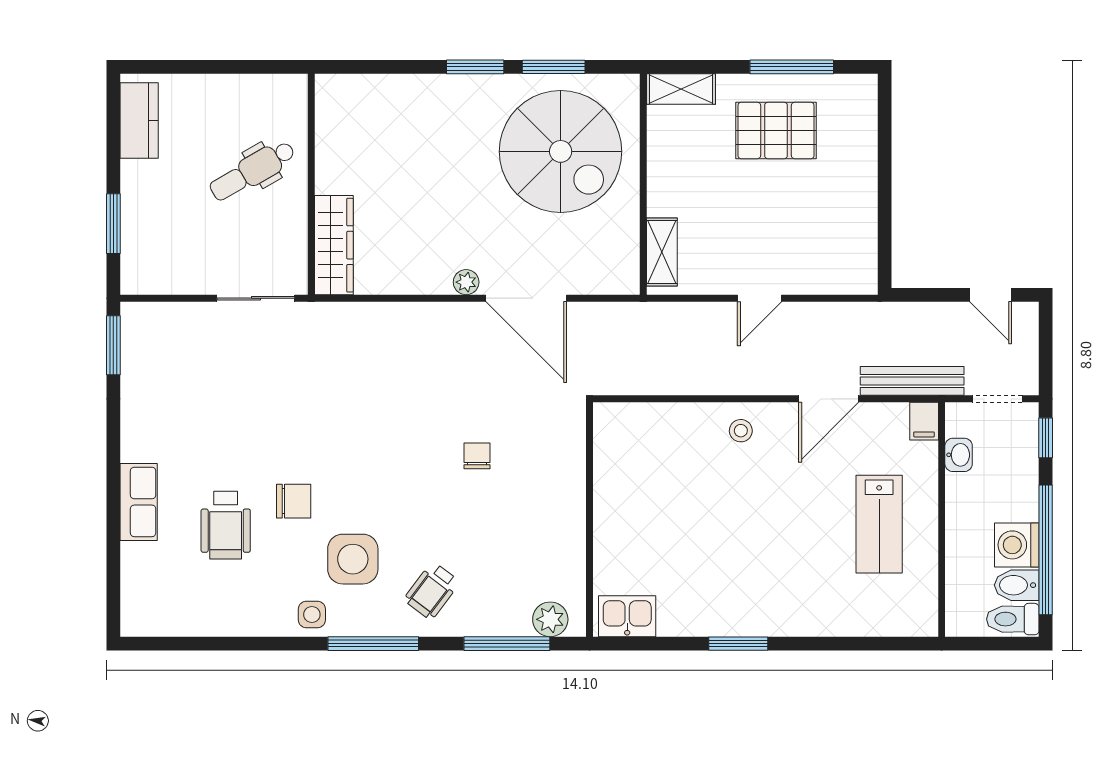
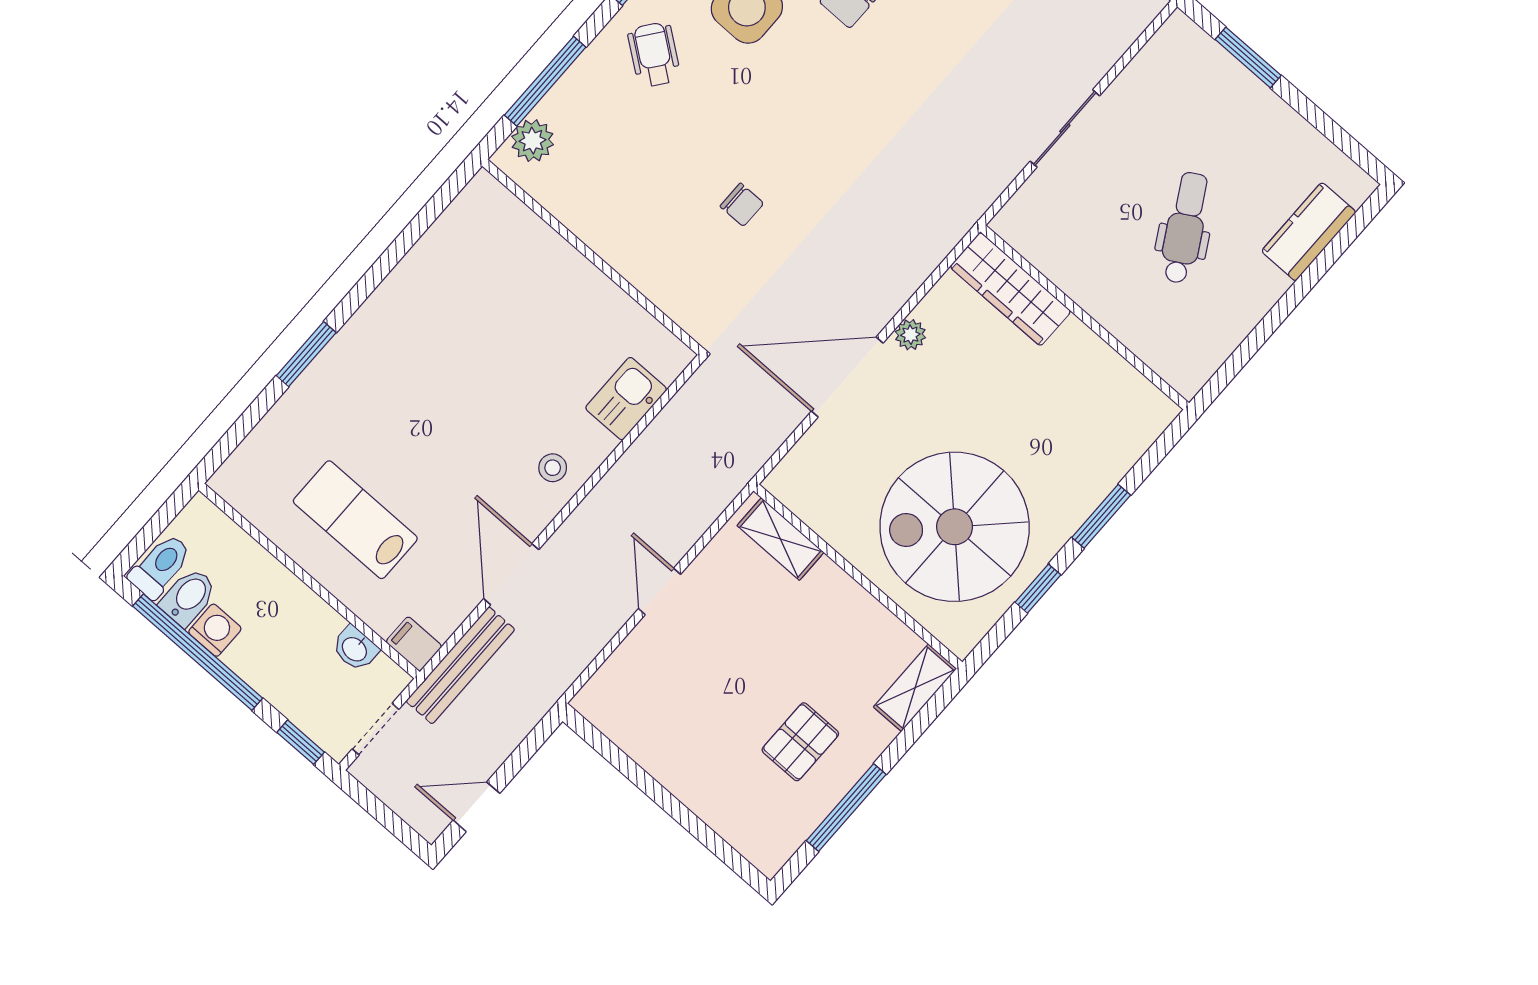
window: (554, 67) -> (1038, 589), width x0.67
kitchen counter: (139, 121) -> (1309, 232), moved, turned 90
pallet: (776, 130) -> (800, 742), width x0.67, depth x0.71
wall: (311, 184) -> (1085, 317), moved
wardrobe: (334, 245) -> (1010, 289), moved
washing machine: (1017, 545) -> (215, 630), width x0.73, depth x0.73
kitchen sink: (627, 616) -> (626, 399), moved, turned 180
window: (738, 644) -> (306, 354), moved

